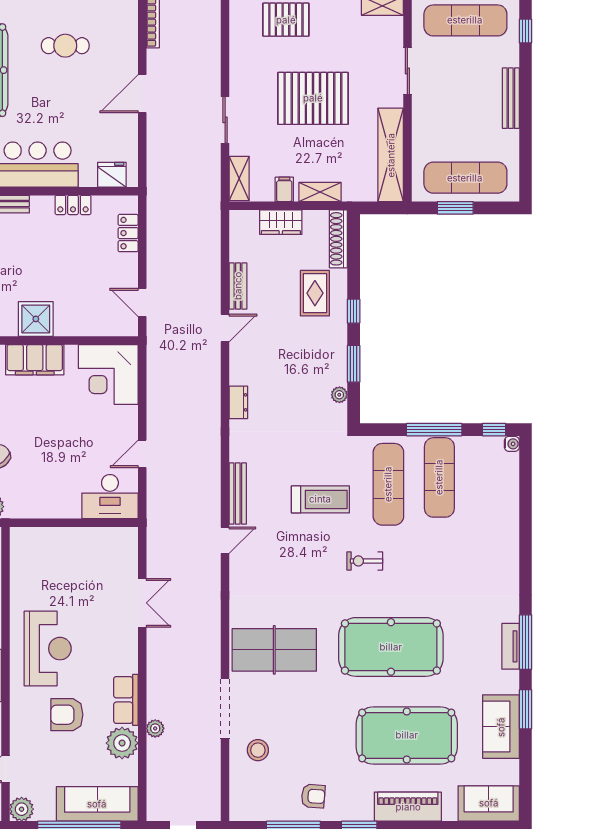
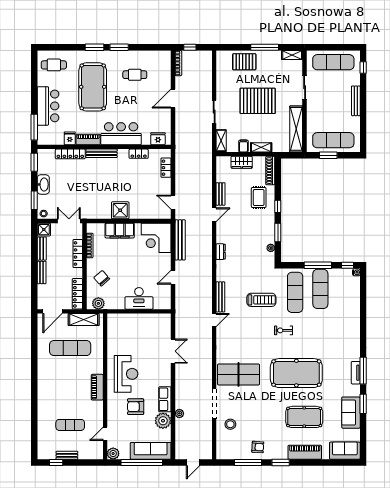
bench: (156, 379) -> (180, 240), added
desk: (110, 497) -> (139, 298), moved
pool table: (407, 735) -> (304, 417), width x0.73, depth x0.76

